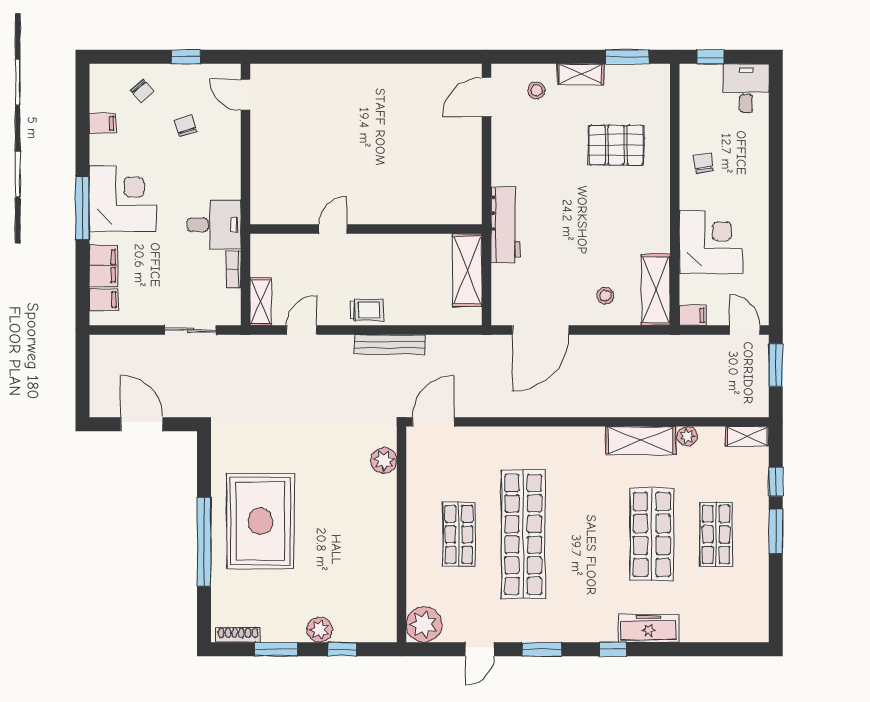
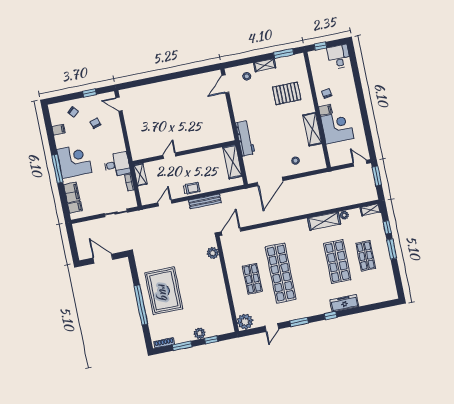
shelving: (656, 290) -> (312, 129), moved
shelving: (261, 302) -> (140, 175), moved
filing cabinet: (693, 315) -> (325, 110), moved

